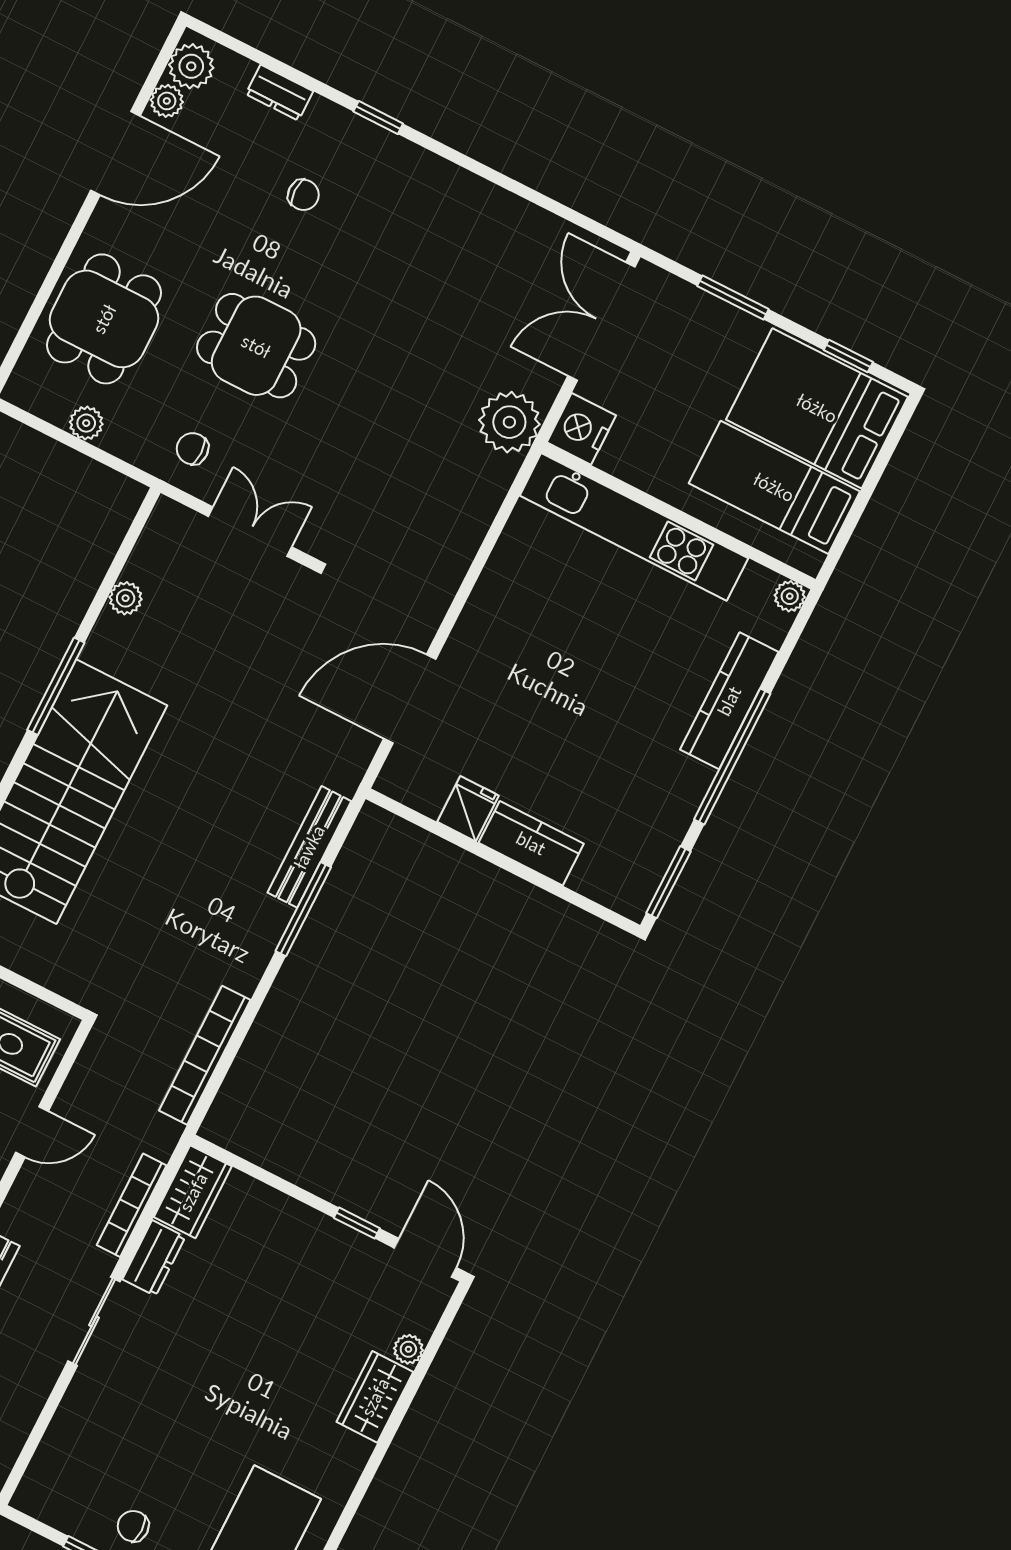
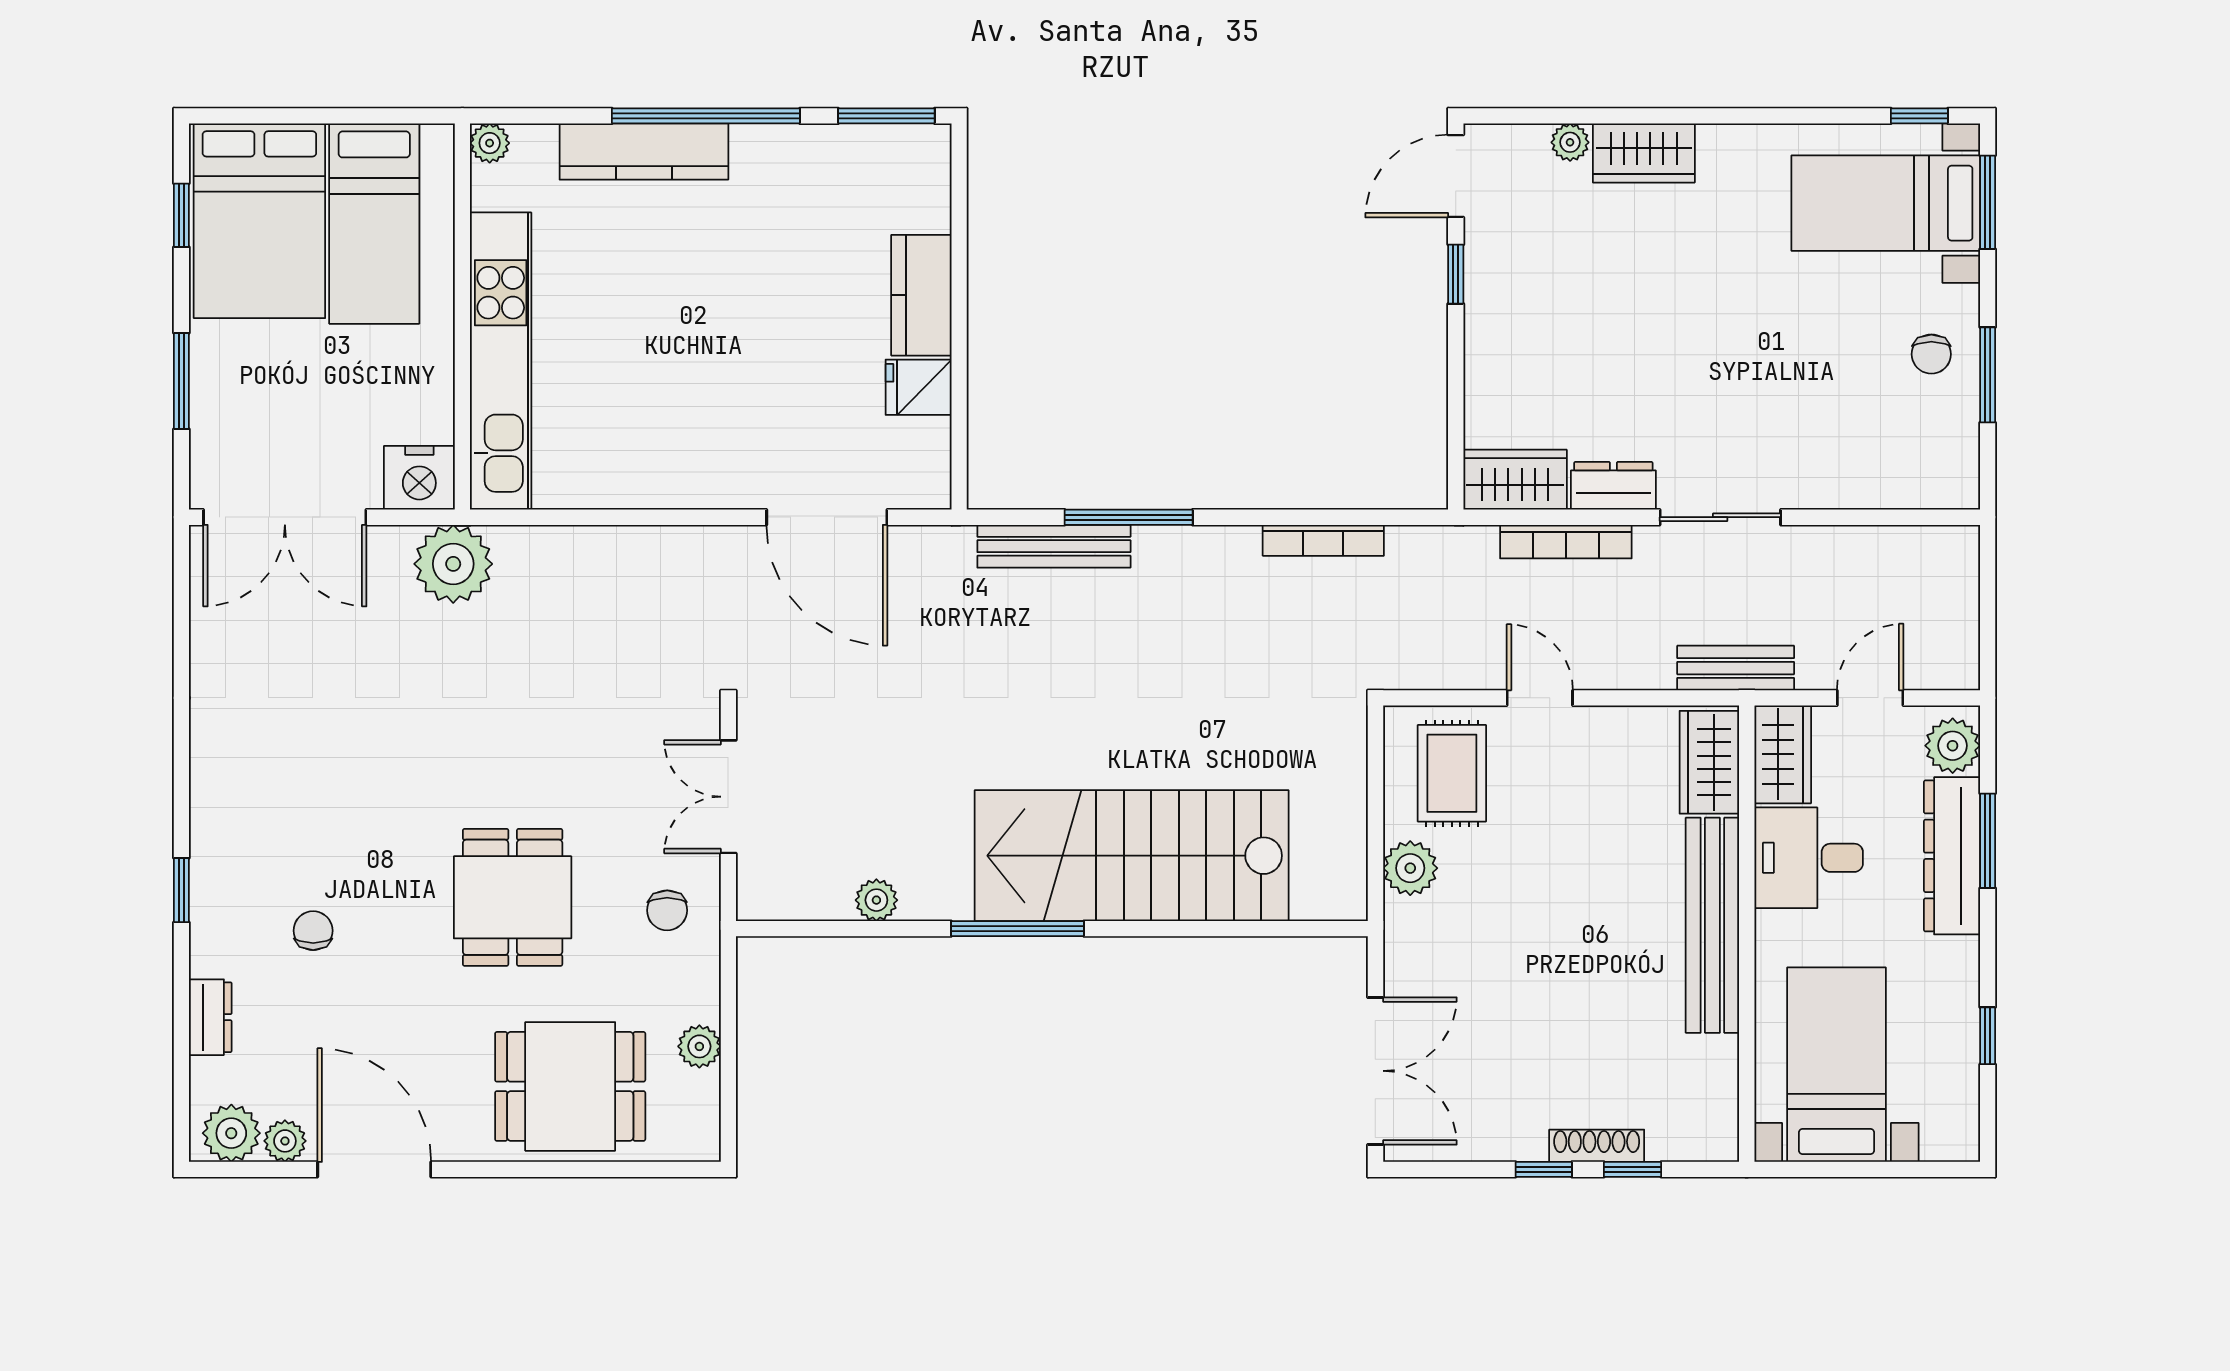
bookcase: (205, 1055) -> (1323, 540), width x0.68, depth x0.76

